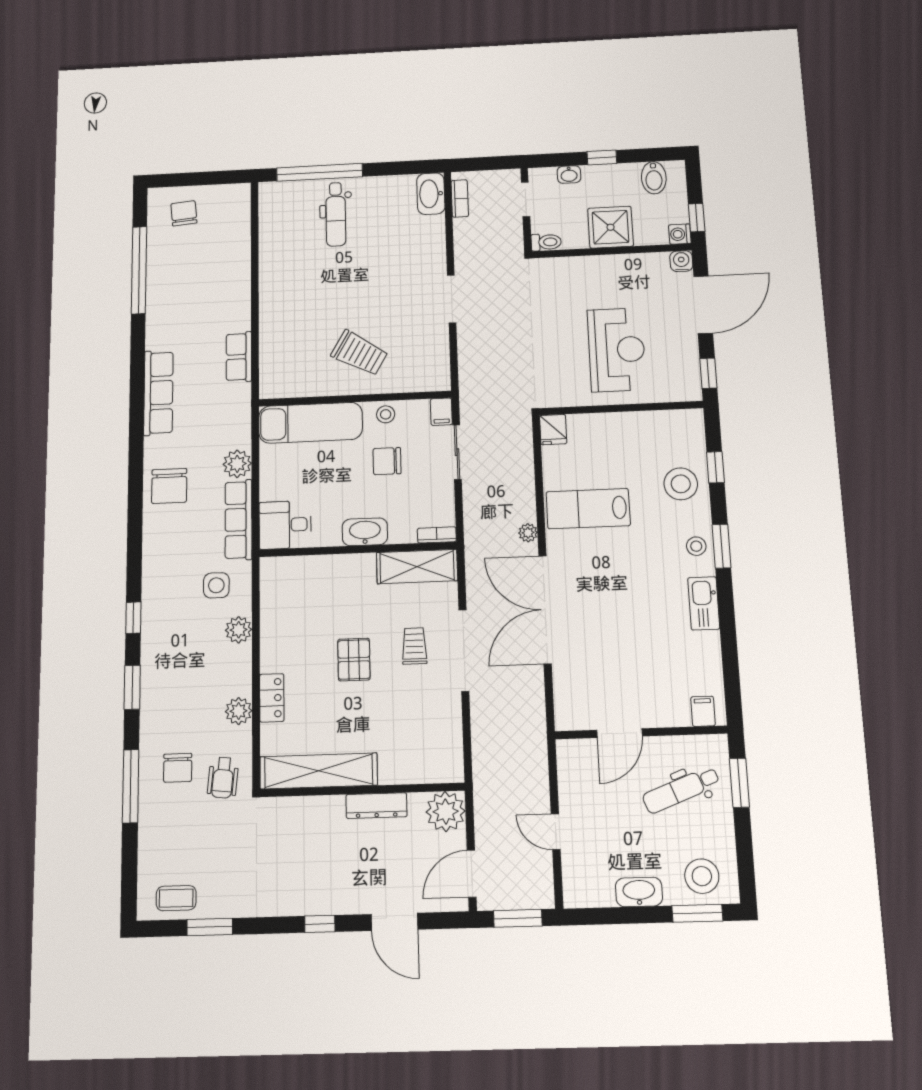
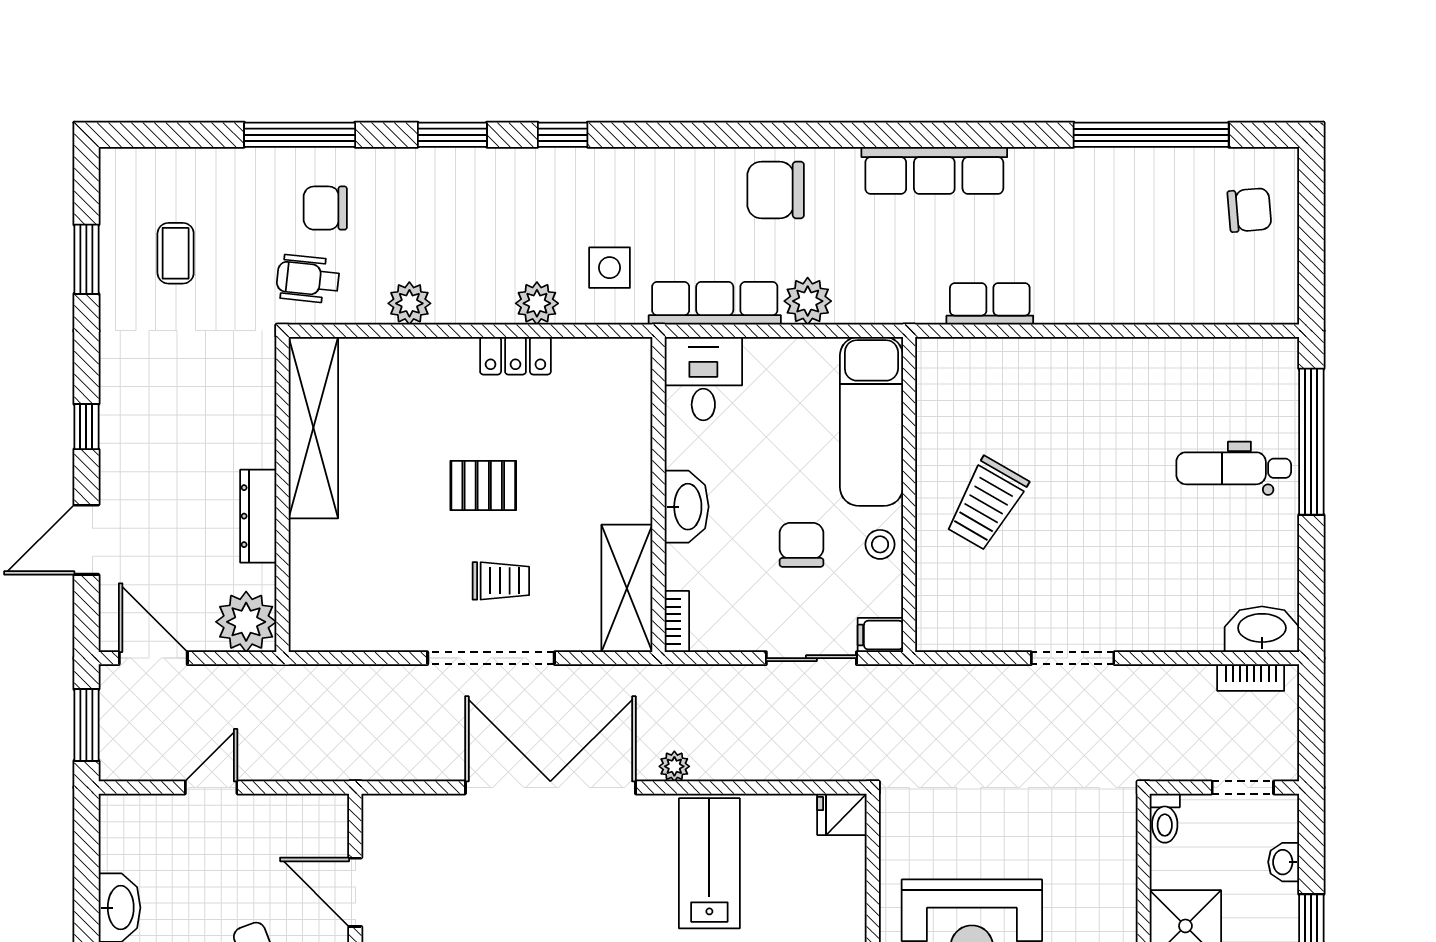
locker: (272, 698) -> (515, 356), moved
coffee table: (176, 898) -> (176, 253), moved

